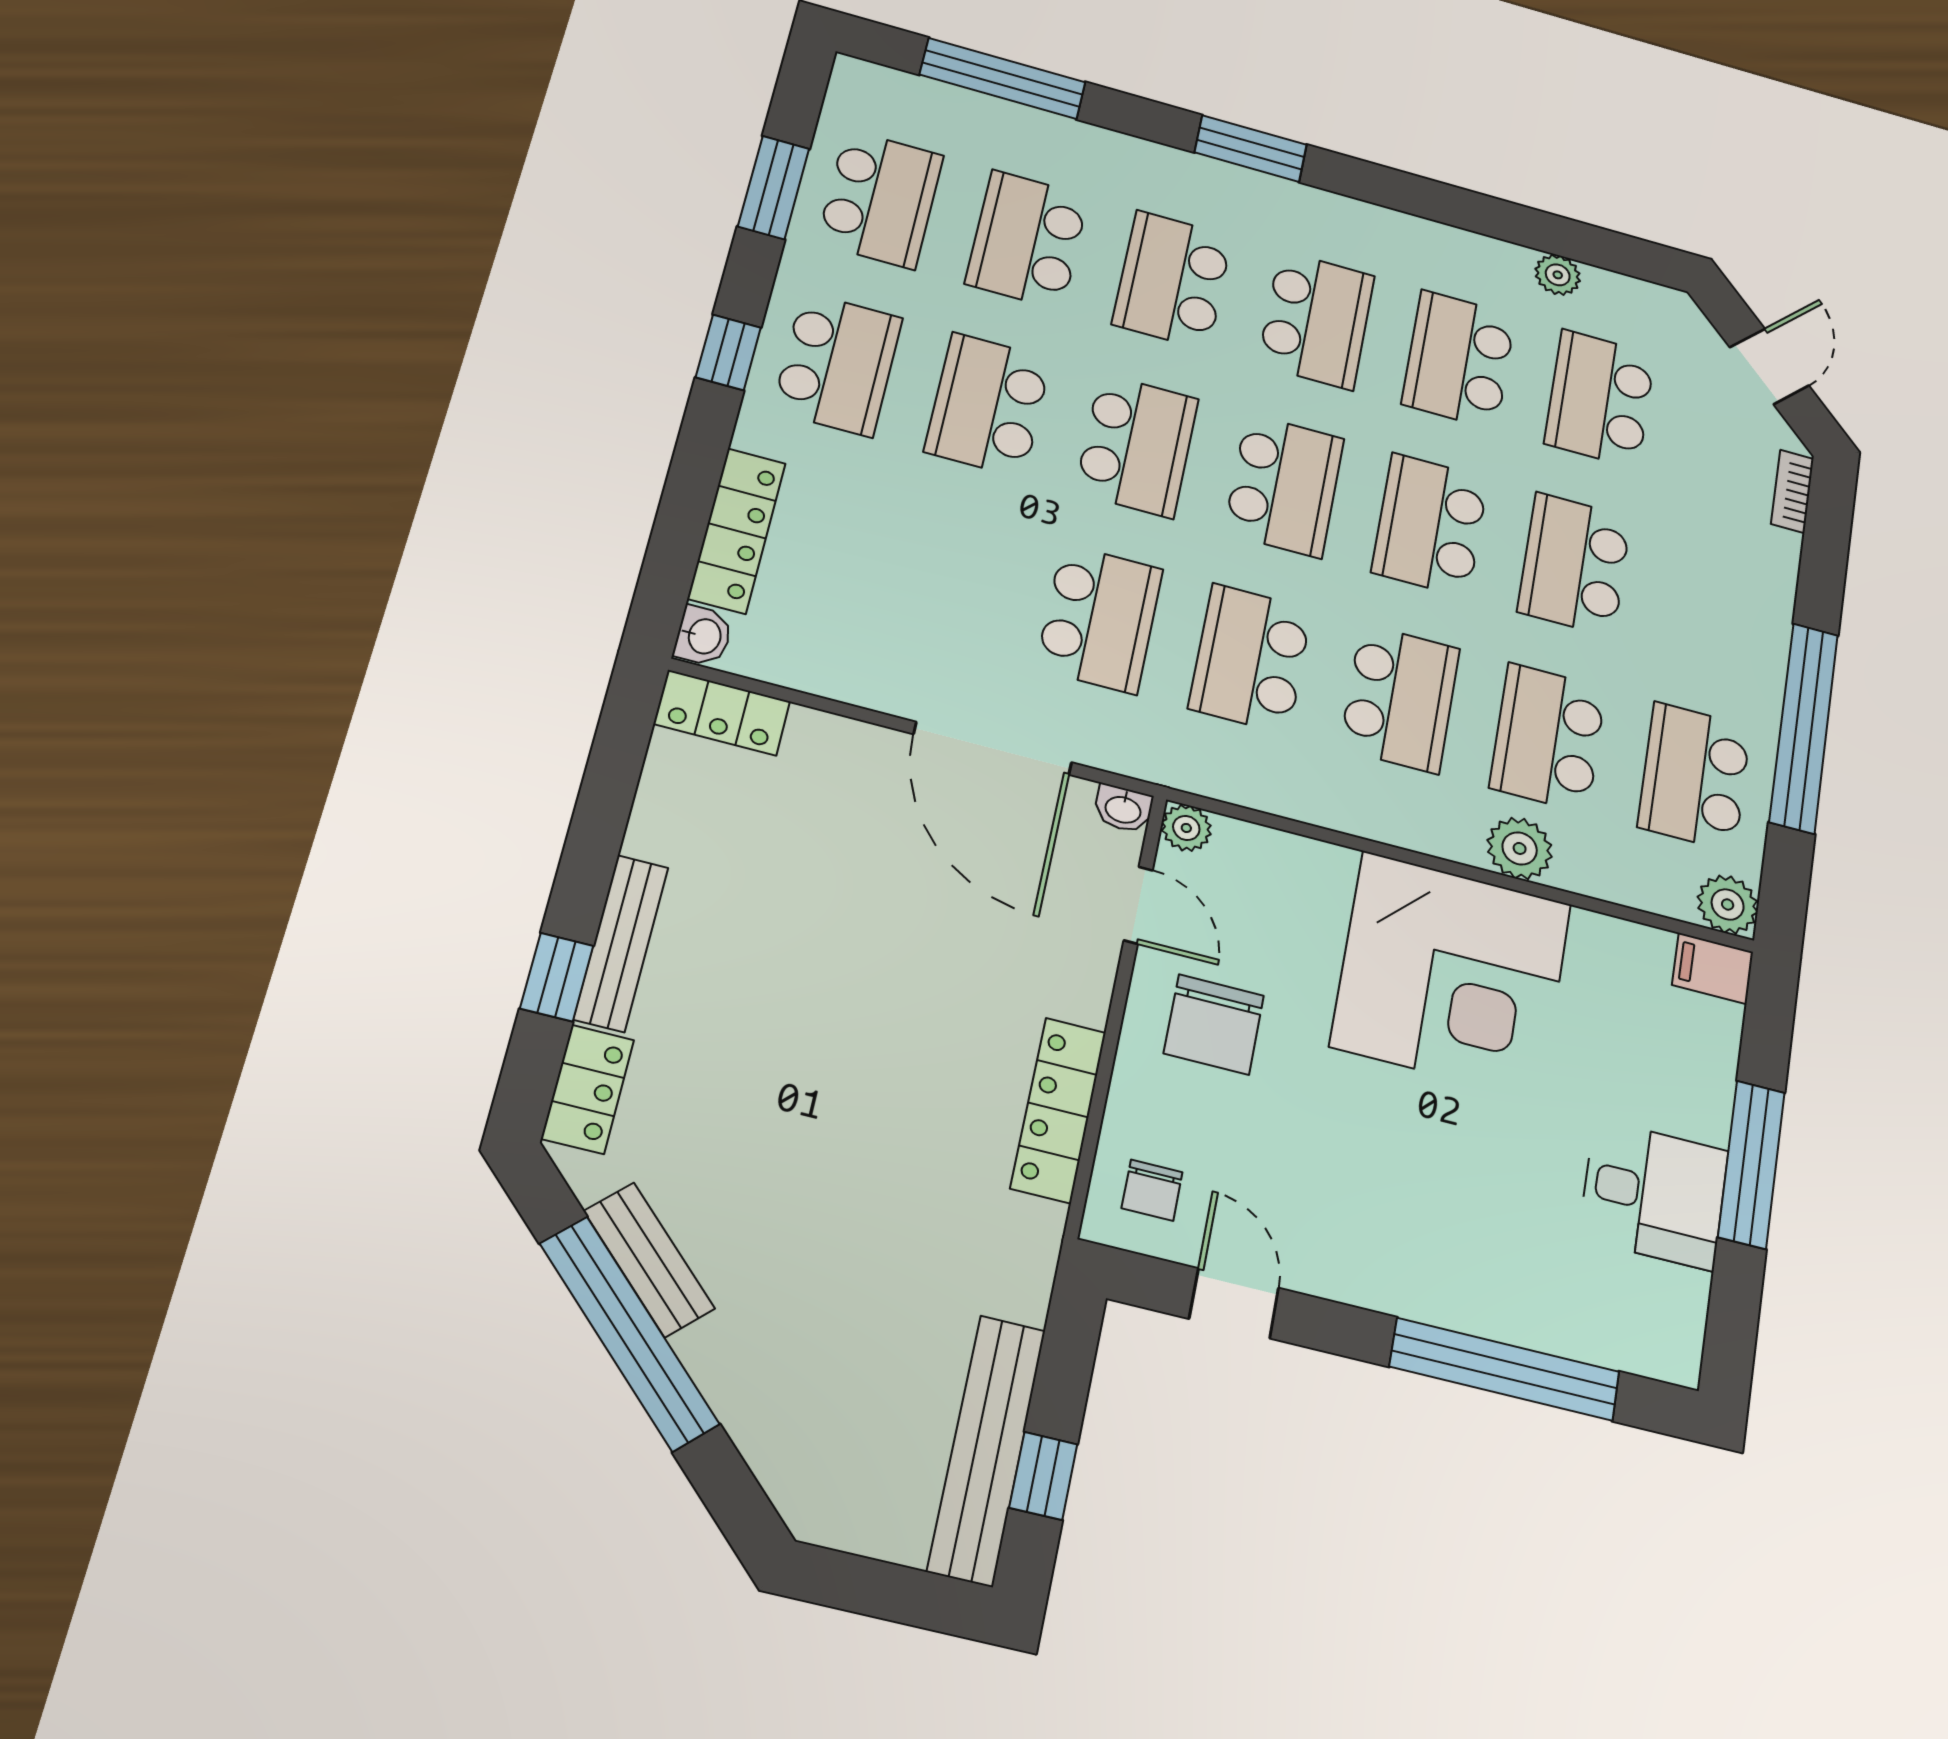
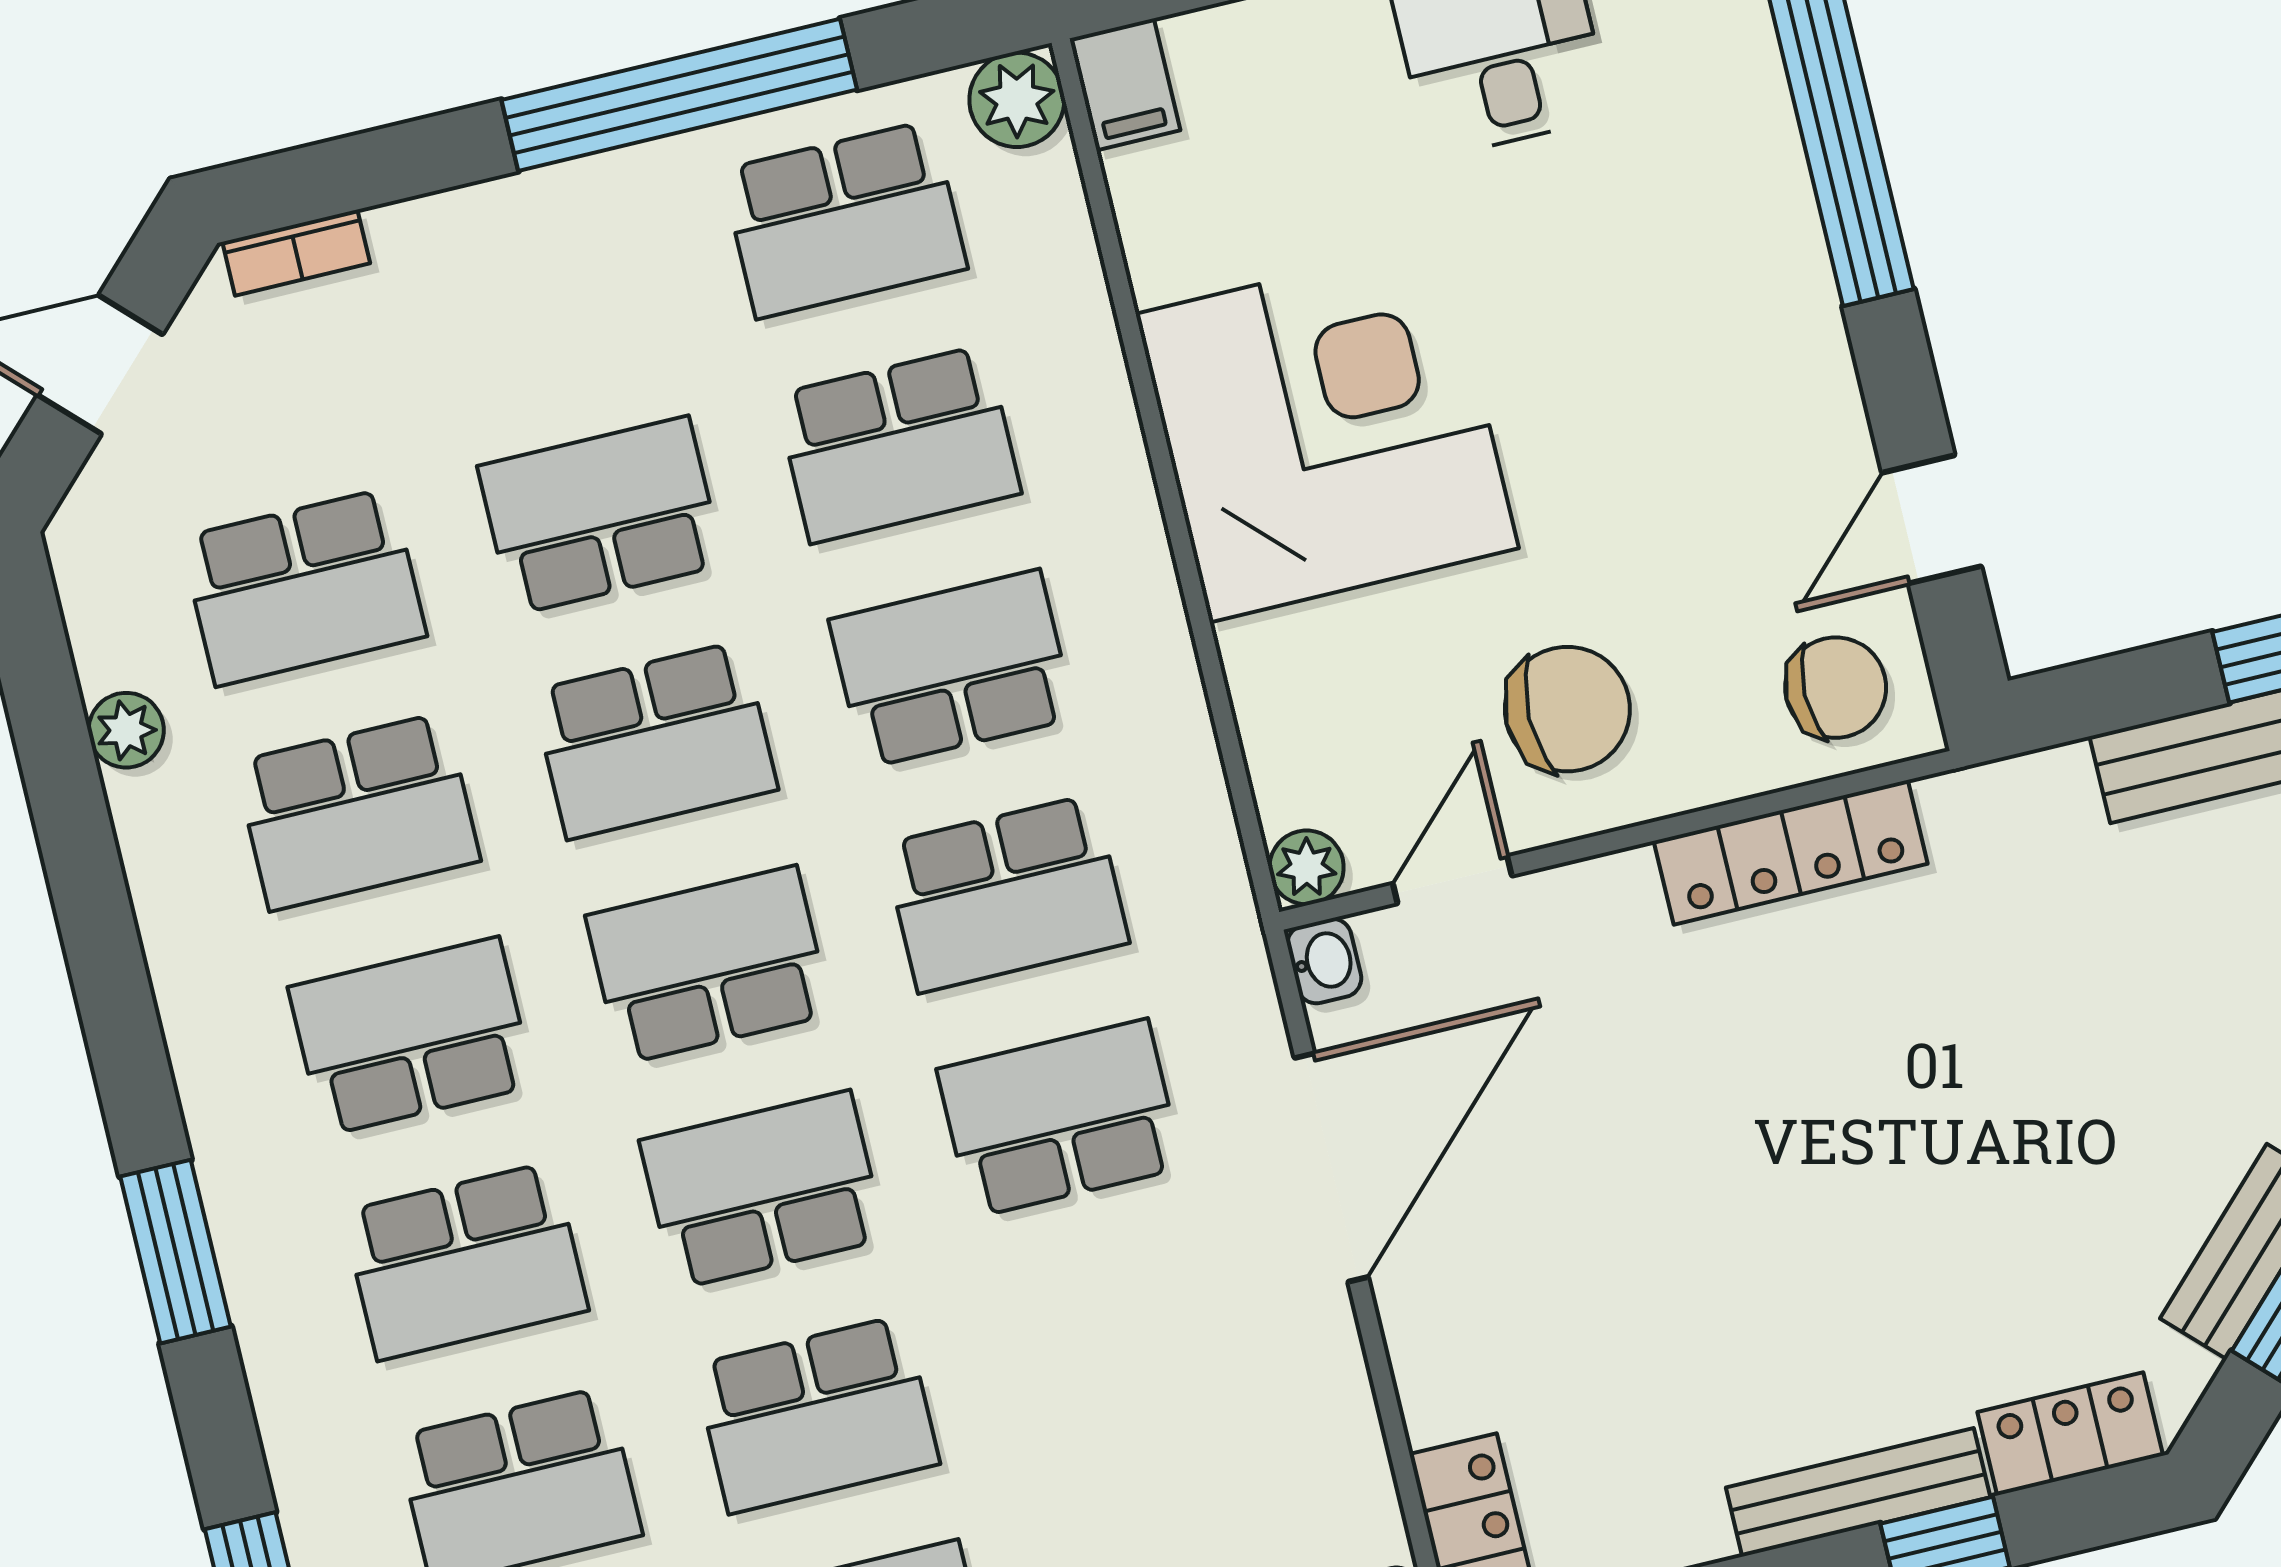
school desk: (1575, 564) -> (601, 516), turned 180
plant: (1520, 848) -> (1090, 415), removed
chair: (1152, 1190) -> (1836, 688), width x1.37, depth x1.37

